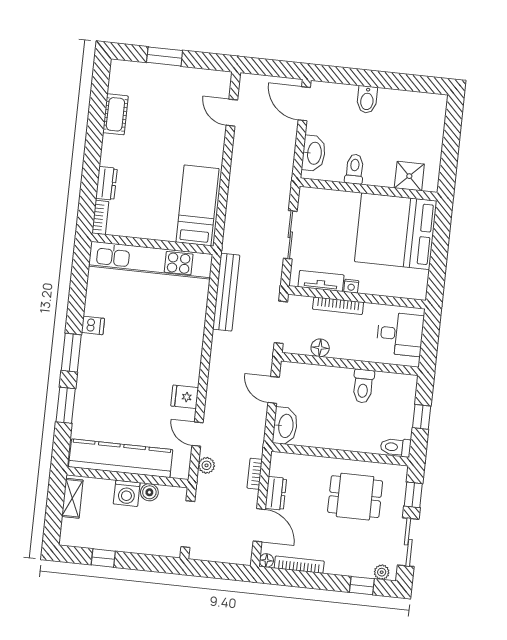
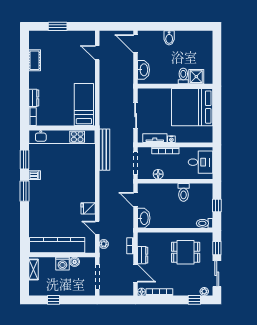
toilet: (354, 169) -> (183, 76), moved
window: (66, 405) -> (24, 159), moved

